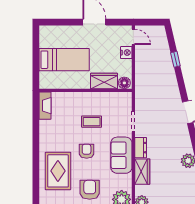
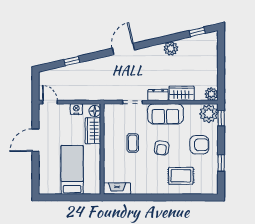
door: (133, 37) -> (50, 102), hinge flipped
nightstand: (126, 53) -> (76, 109), moved
armchair: (87, 151) -> (162, 148), turned -83
rug: (58, 171) -> (181, 176), width x0.73, depth x0.70
armchair: (90, 190) -> (199, 145), turned 180

